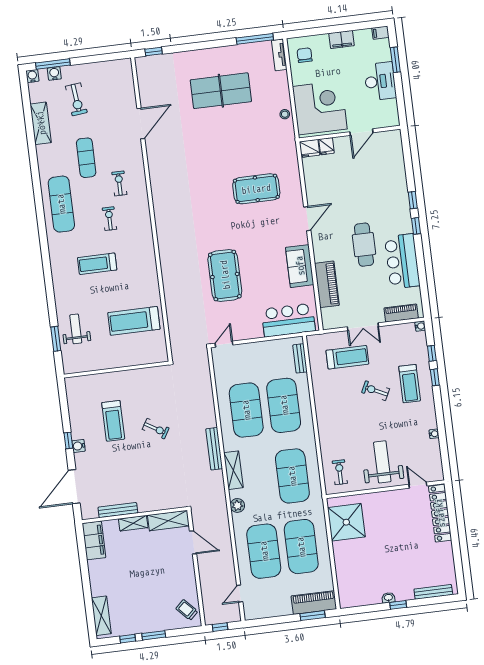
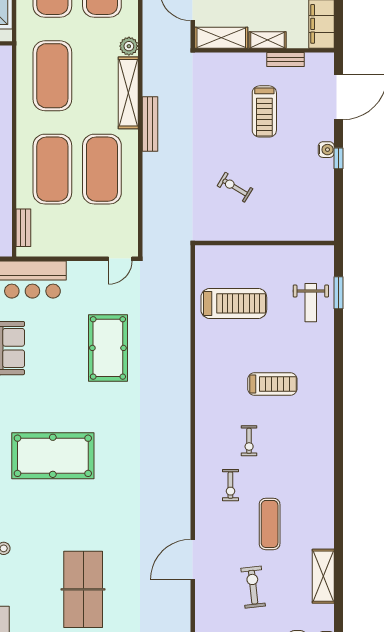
table tennis table: (221, 91) -> (83, 589), turned 90
exercise bike: (76, 99) -> (253, 587), moved
pool table: (256, 189) -> (53, 456), width x1.36, depth x1.32
exercise mat: (61, 204) -> (309, 468), removed
treadmill: (113, 421) -> (264, 111), moved, turned 180
exercise bike: (156, 429) -> (235, 187), moved
shelving: (233, 470) -> (128, 93), width x1.47
bench: (118, 510) -> (285, 60), width x0.73

